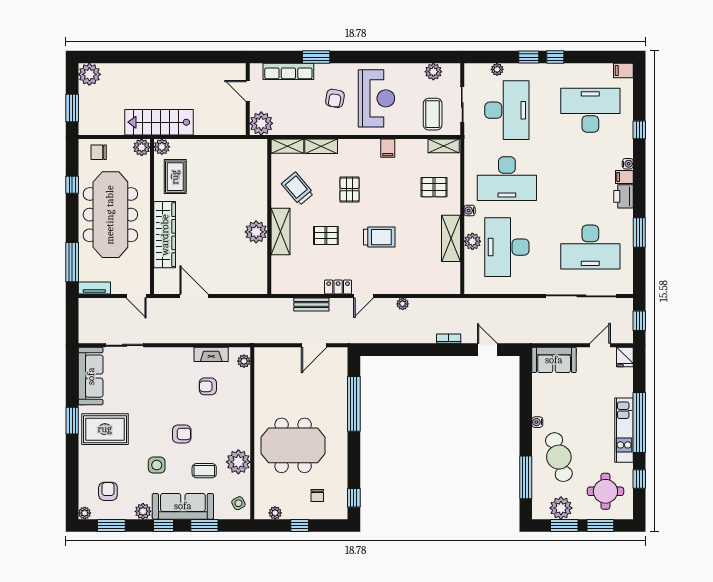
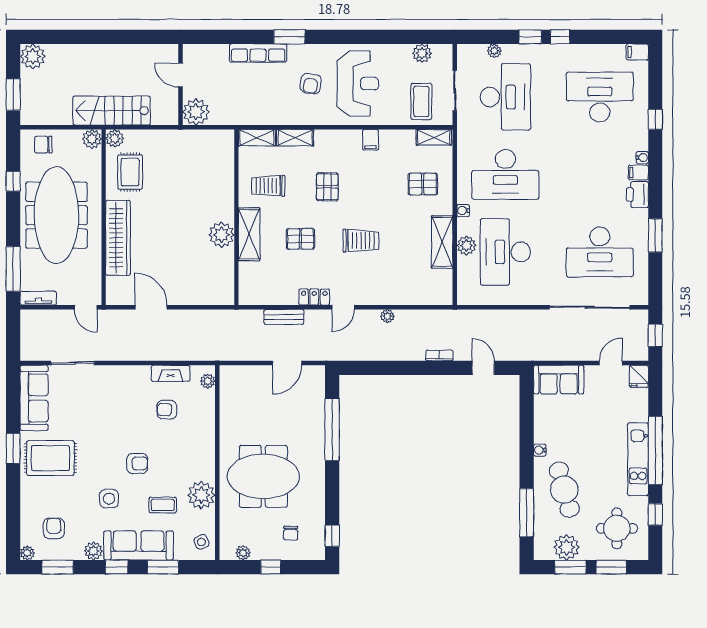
door: (248, 91) -> (181, 75), moved
wall: (248, 99) -> (181, 84), moved
plant: (261, 123) -> (196, 112), moved
trolley: (298, 189) -> (268, 186), turned -50

